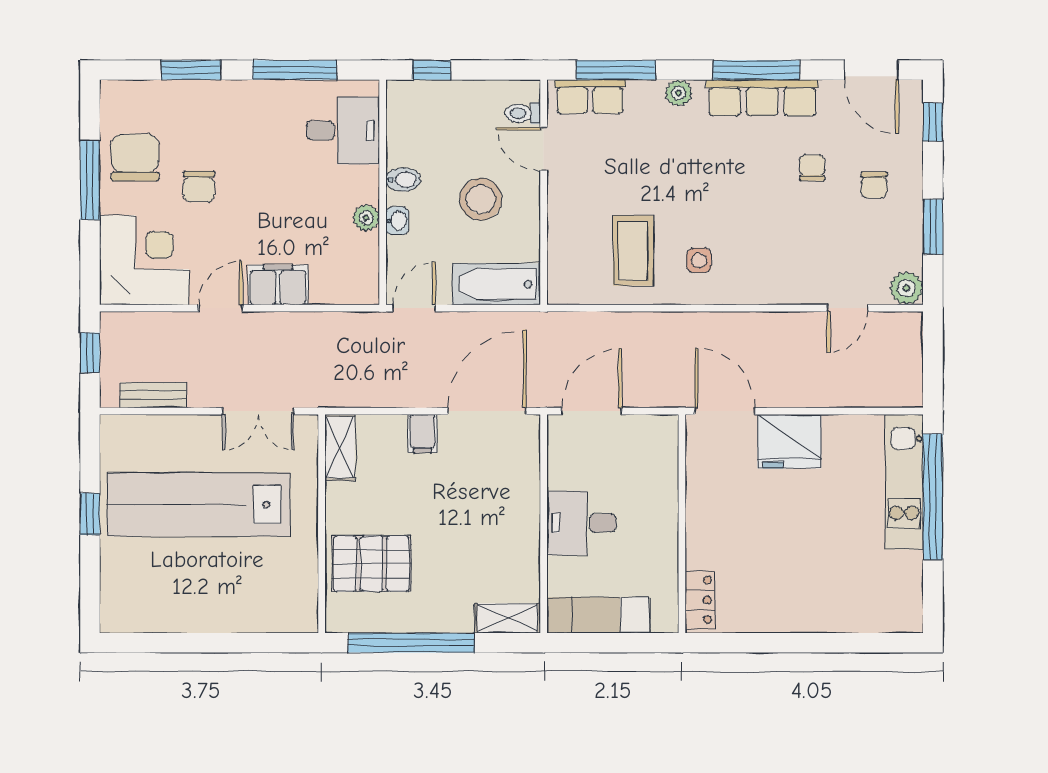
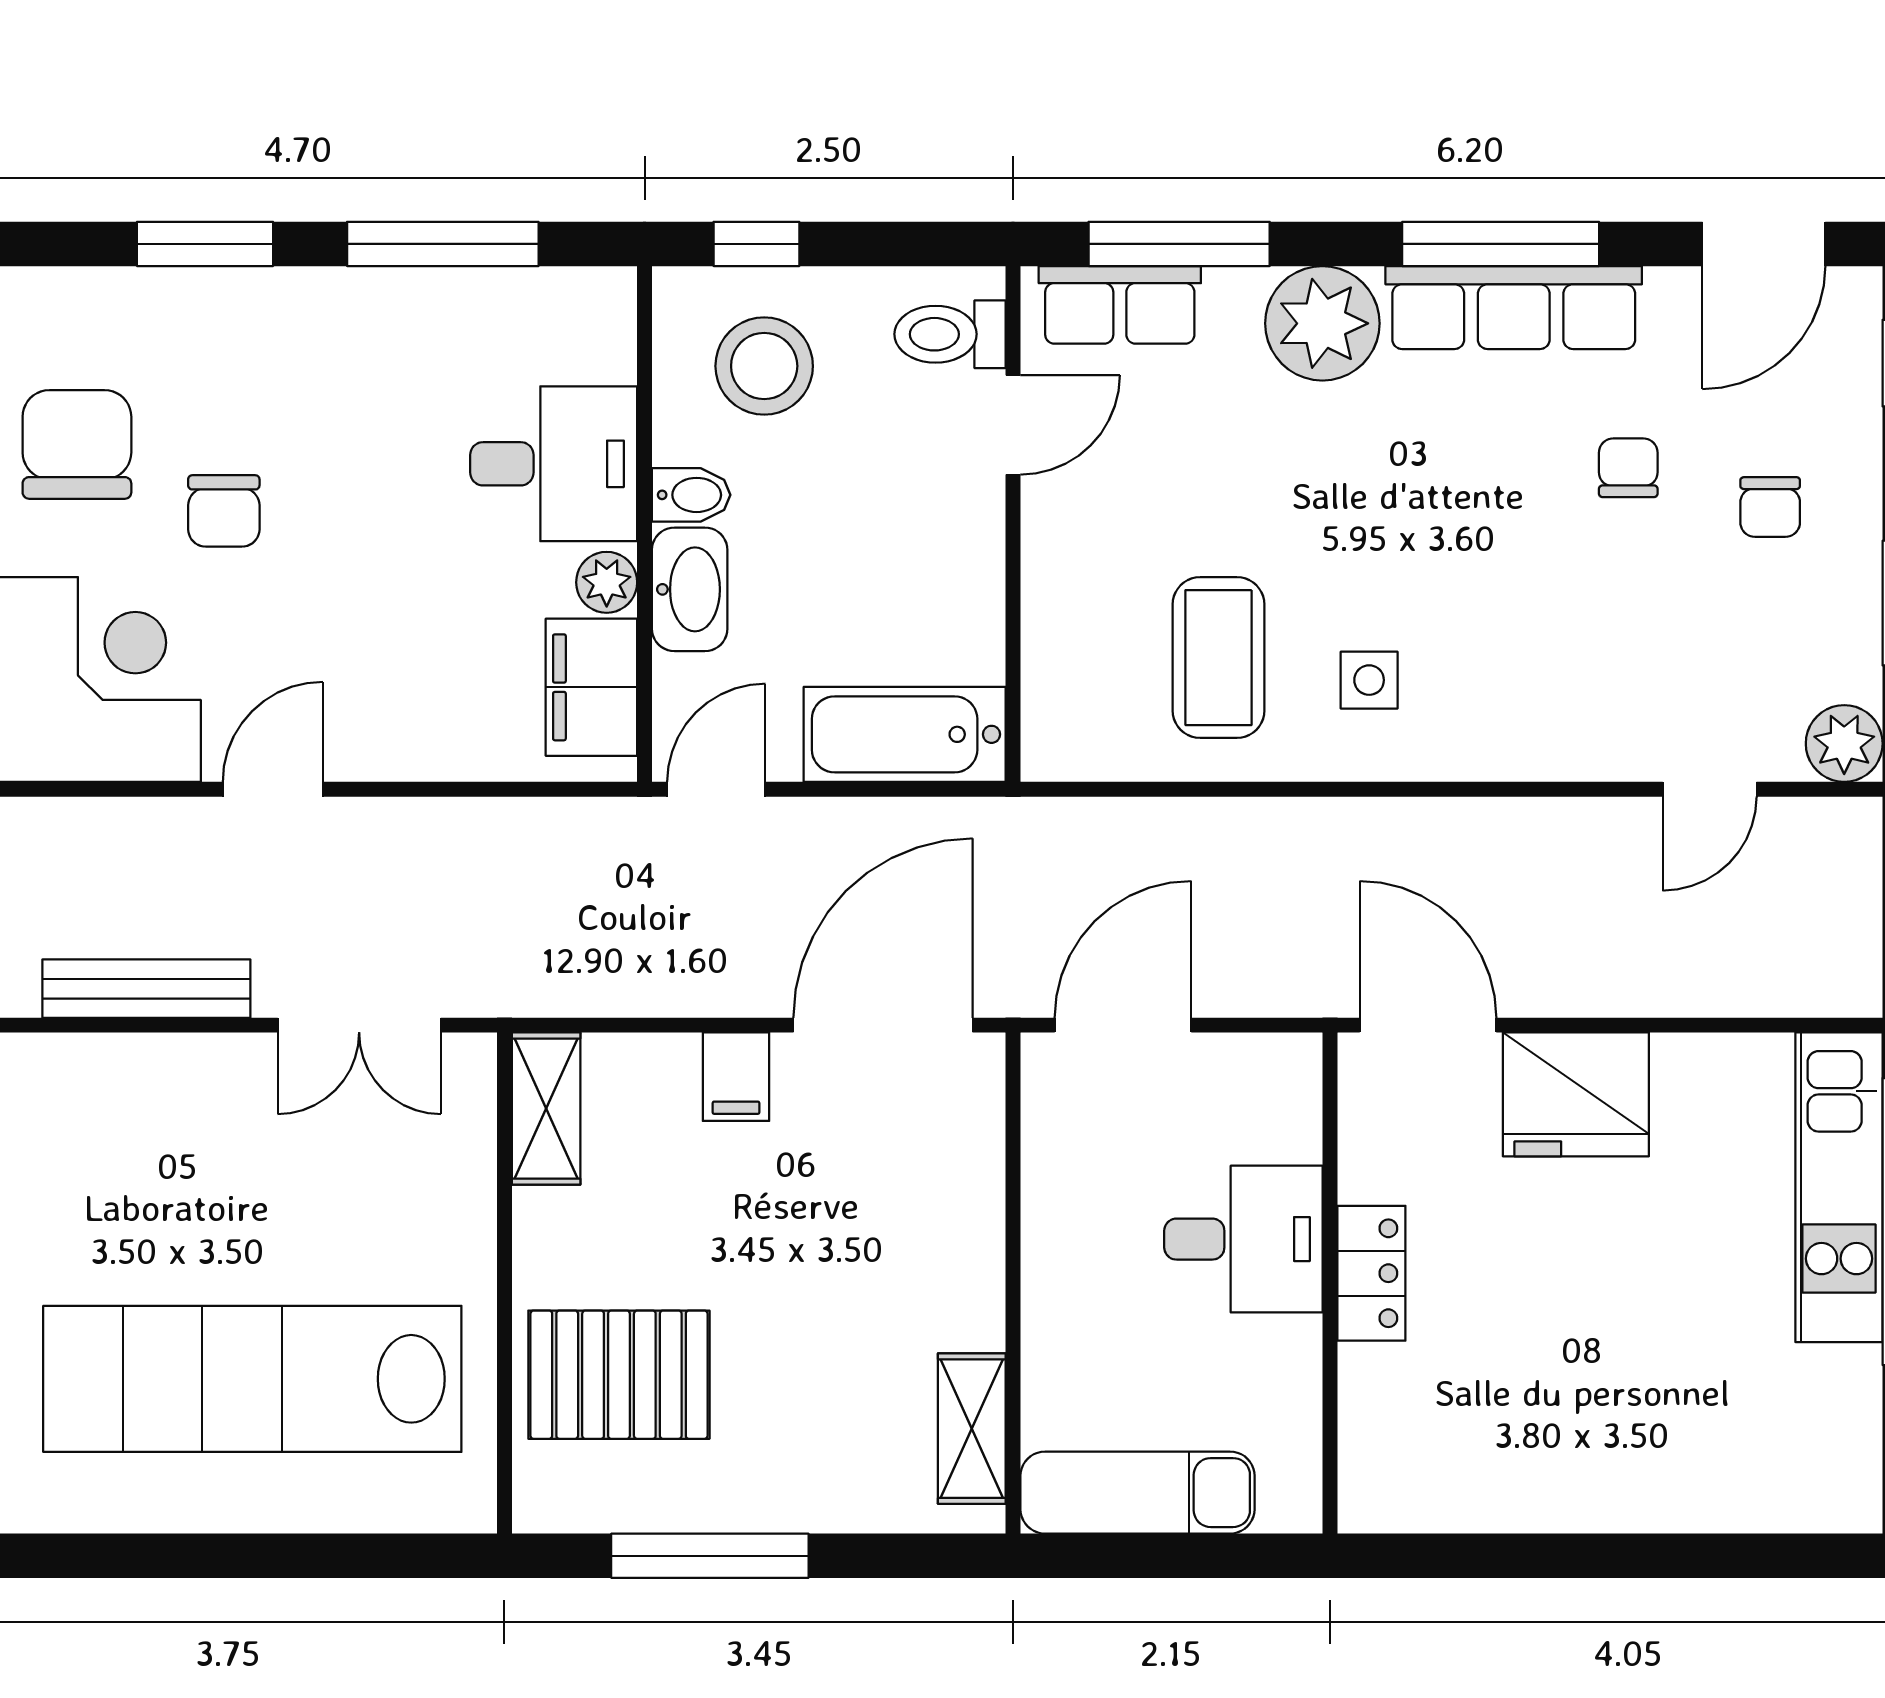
door: (871, 70) -> (1764, 244), hinge flipped
plant: (679, 93) -> (1322, 323), width x1.87, depth x1.87
toilet: (523, 113) -> (950, 334), width x1.37, depth x1.39
desk: (343, 131) -> (554, 464), moved
door: (544, 149) -> (1013, 425), swing flipped
stool: (481, 199) -> (764, 366), moved
washbasin: (397, 221) -> (690, 589), width x1.91, depth x1.45
filing cabinet: (278, 285) -> (591, 687), moved, turned -90
bench: (153, 395) -> (146, 989), width x1.36
lab bench: (199, 505) -> (252, 1379), moved
desk: (581, 523) -> (1243, 1239), moved, turned 180
locker: (700, 600) -> (1371, 1273), moved
shelving: (508, 618) -> (972, 1429), moved, turned 90
window: (411, 643) -> (710, 1556), width x0.68

